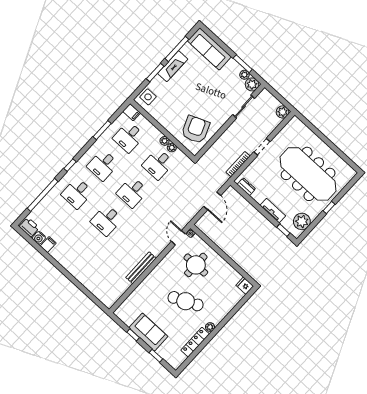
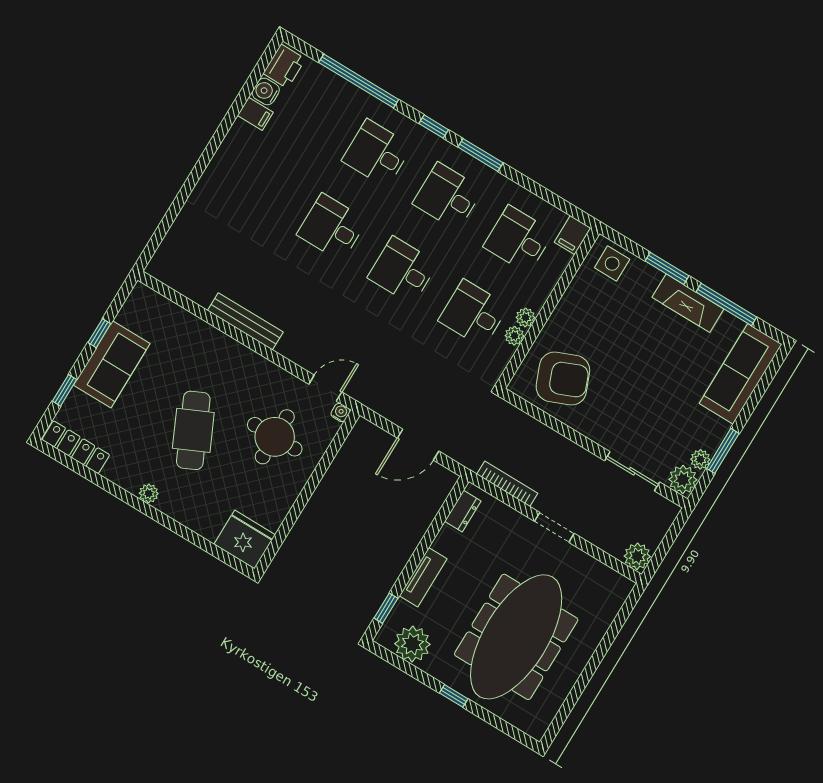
window: (102, 130) -> (480, 155), moved
fridge: (245, 286) -> (245, 540), width x1.88, depth x1.34
locker: (195, 342) -> (76, 447), moved

